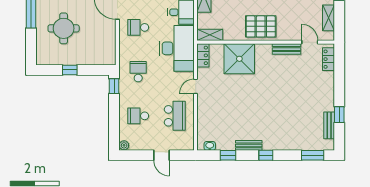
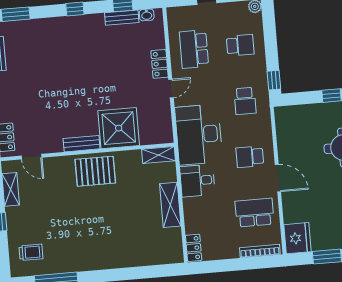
school desk: (138, 27) -> (250, 157), turned 180
bench: (286, 49) -> (82, 144), moved
locker: (203, 55) -> (160, 64), moved
bench: (249, 145) -> (122, 18), moved

